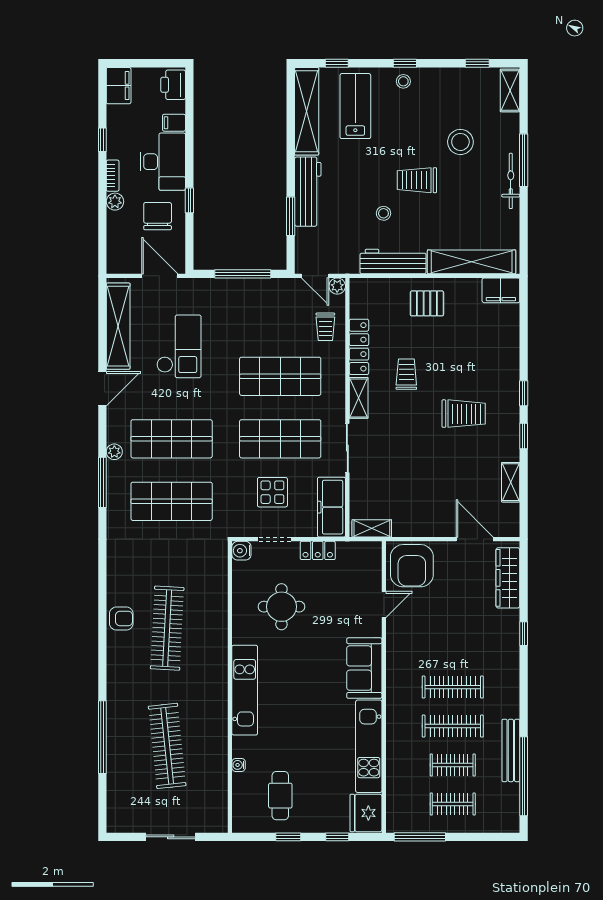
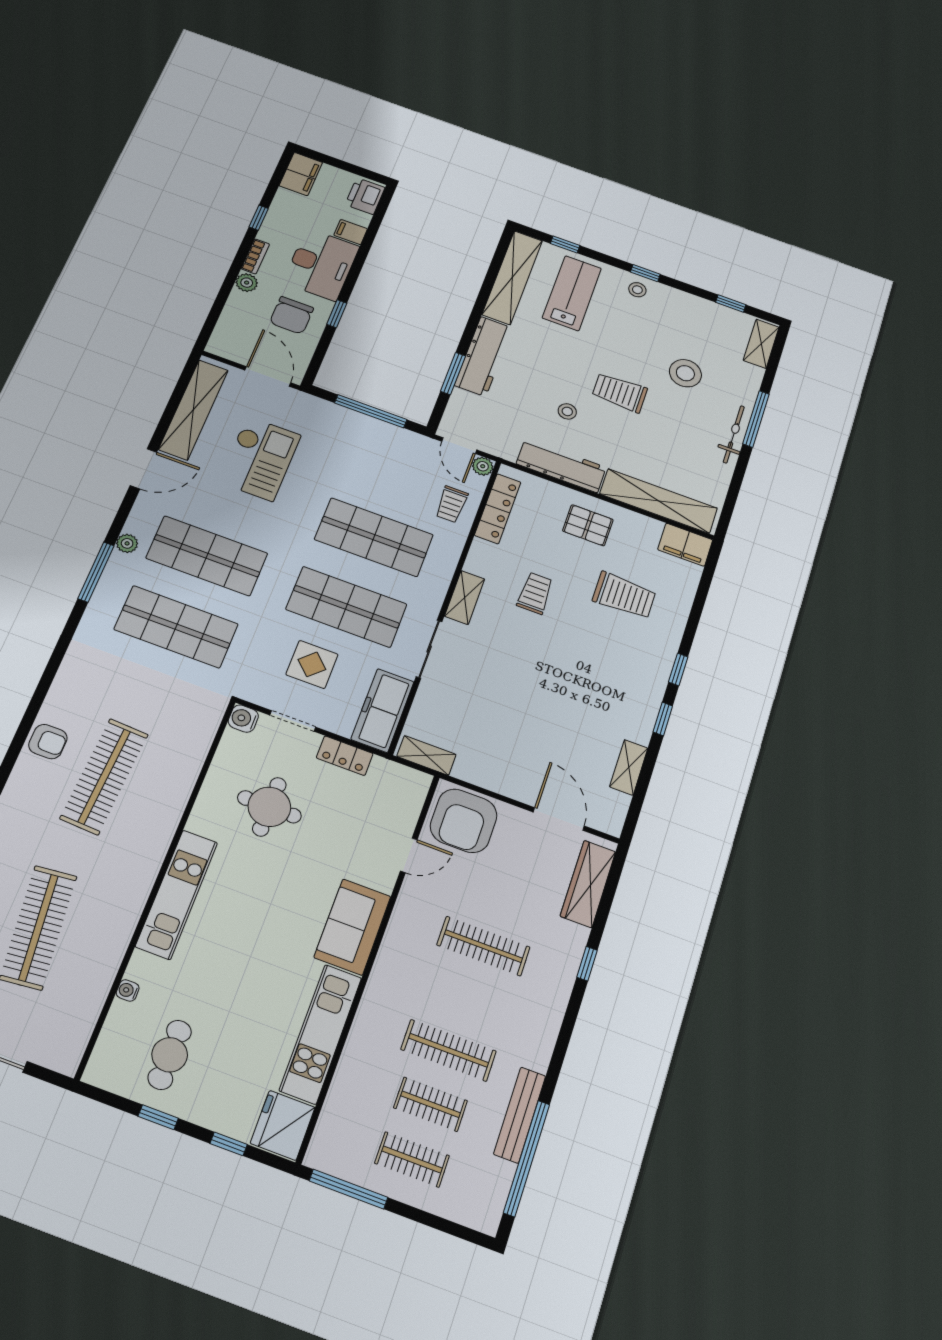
chair: (158, 216) -> (292, 315), turned 180
locker: (359, 347) -> (498, 509), moved
trolley: (464, 414) -> (624, 595), moved
clothes rail: (453, 687) -> (483, 946), moved

